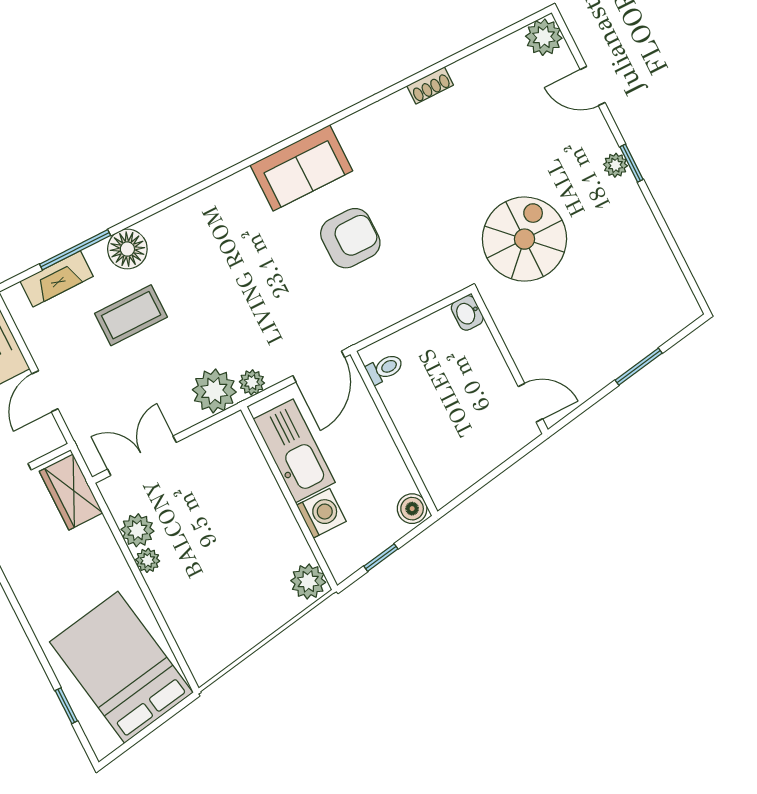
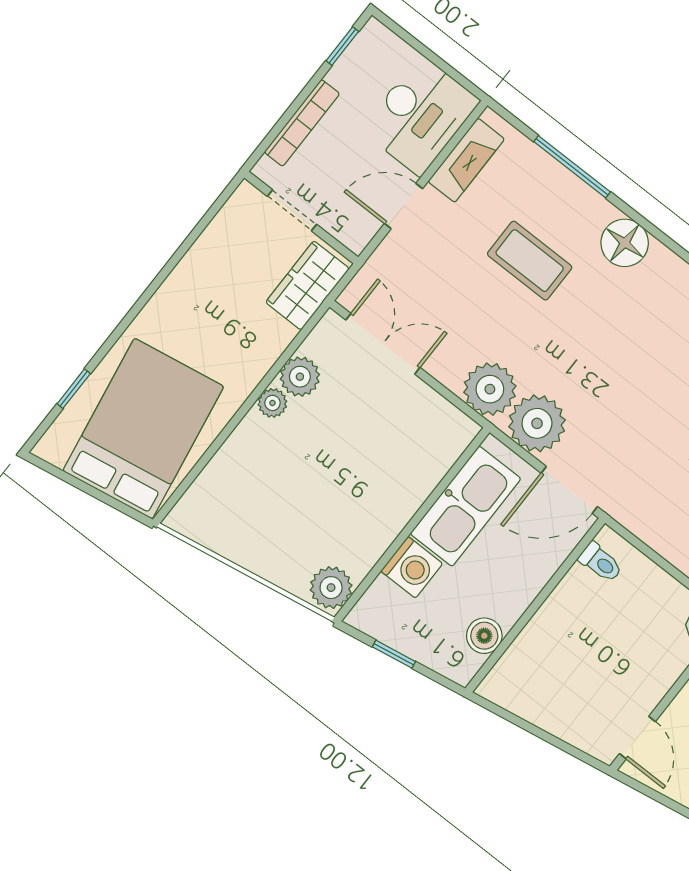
floor lamp: (127, 249) -> (625, 243), moved
fireplace: (57, 279) -> (466, 160), moved, turned -90
plant: (252, 382) -> (537, 423), width x1.88, depth x1.88
boiler: (412, 509) -> (484, 636), moved

